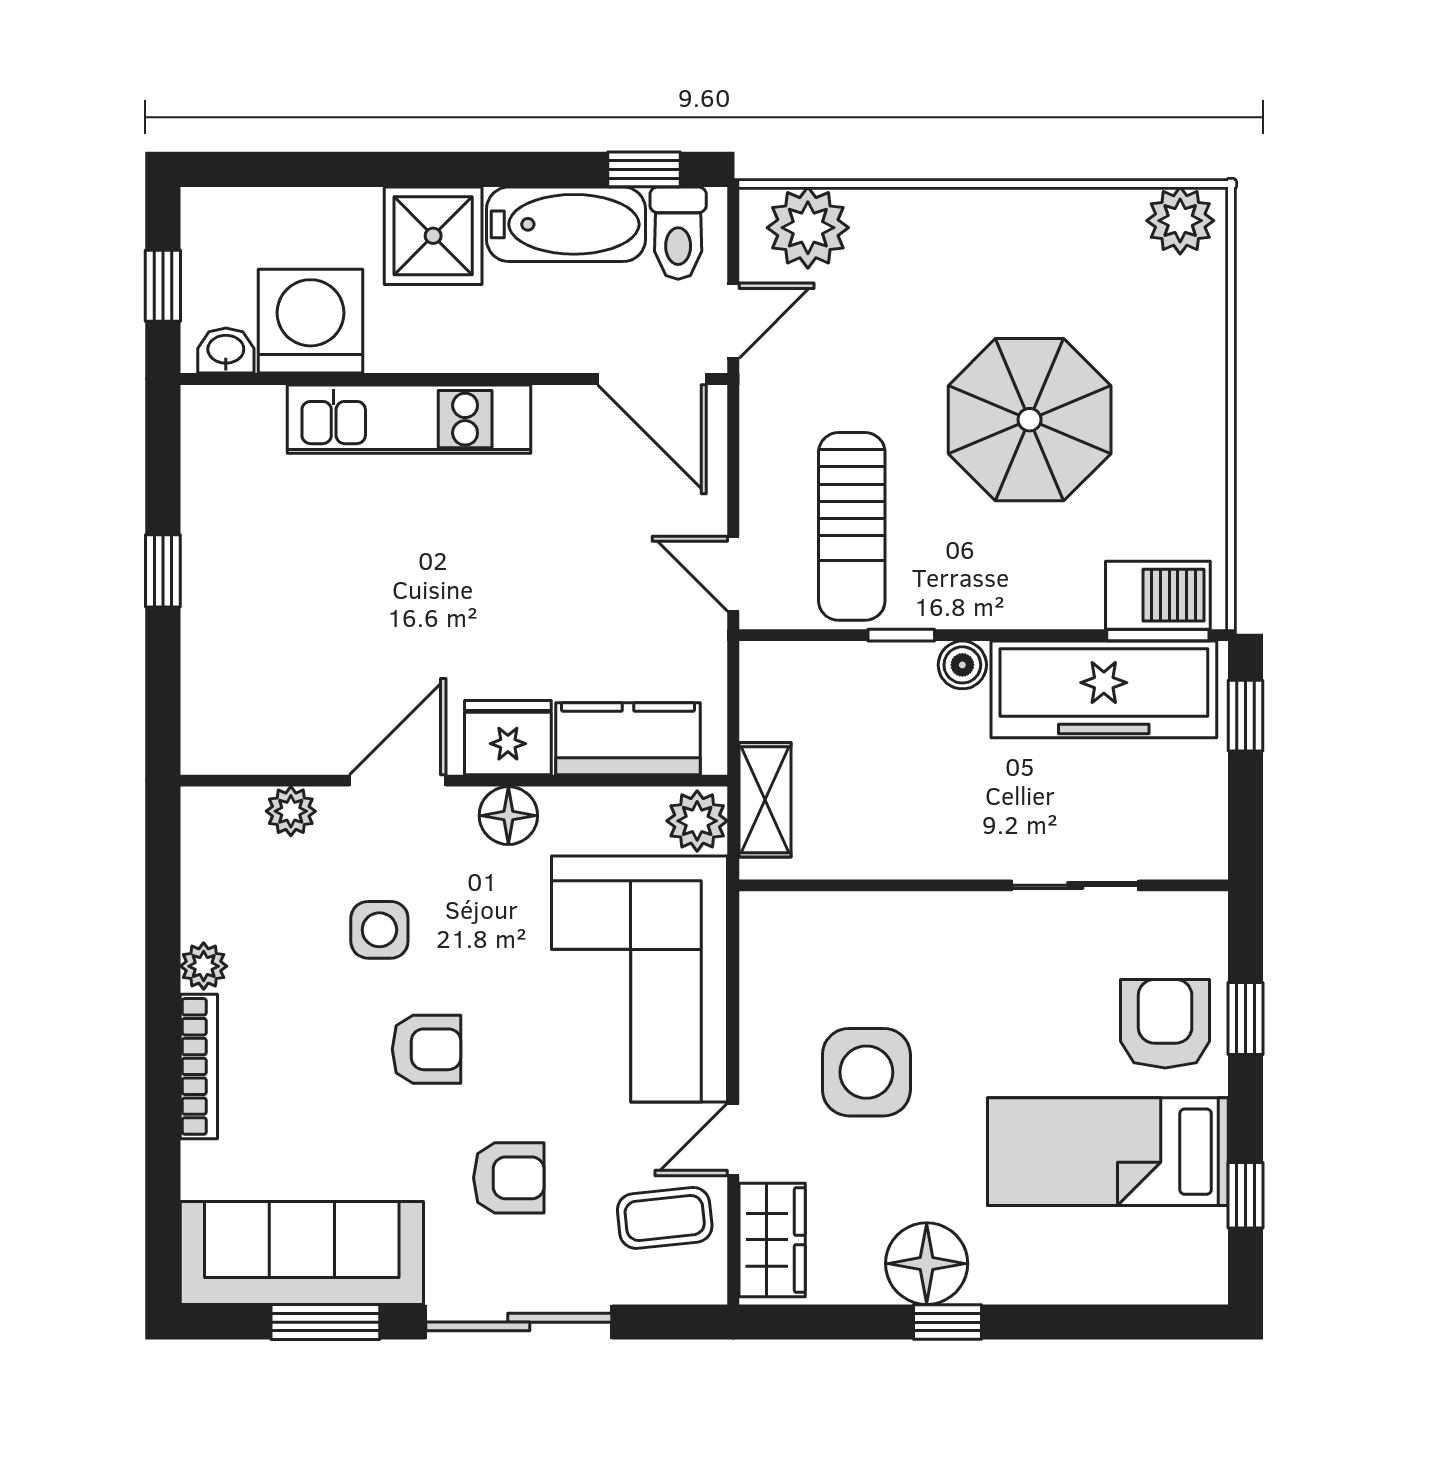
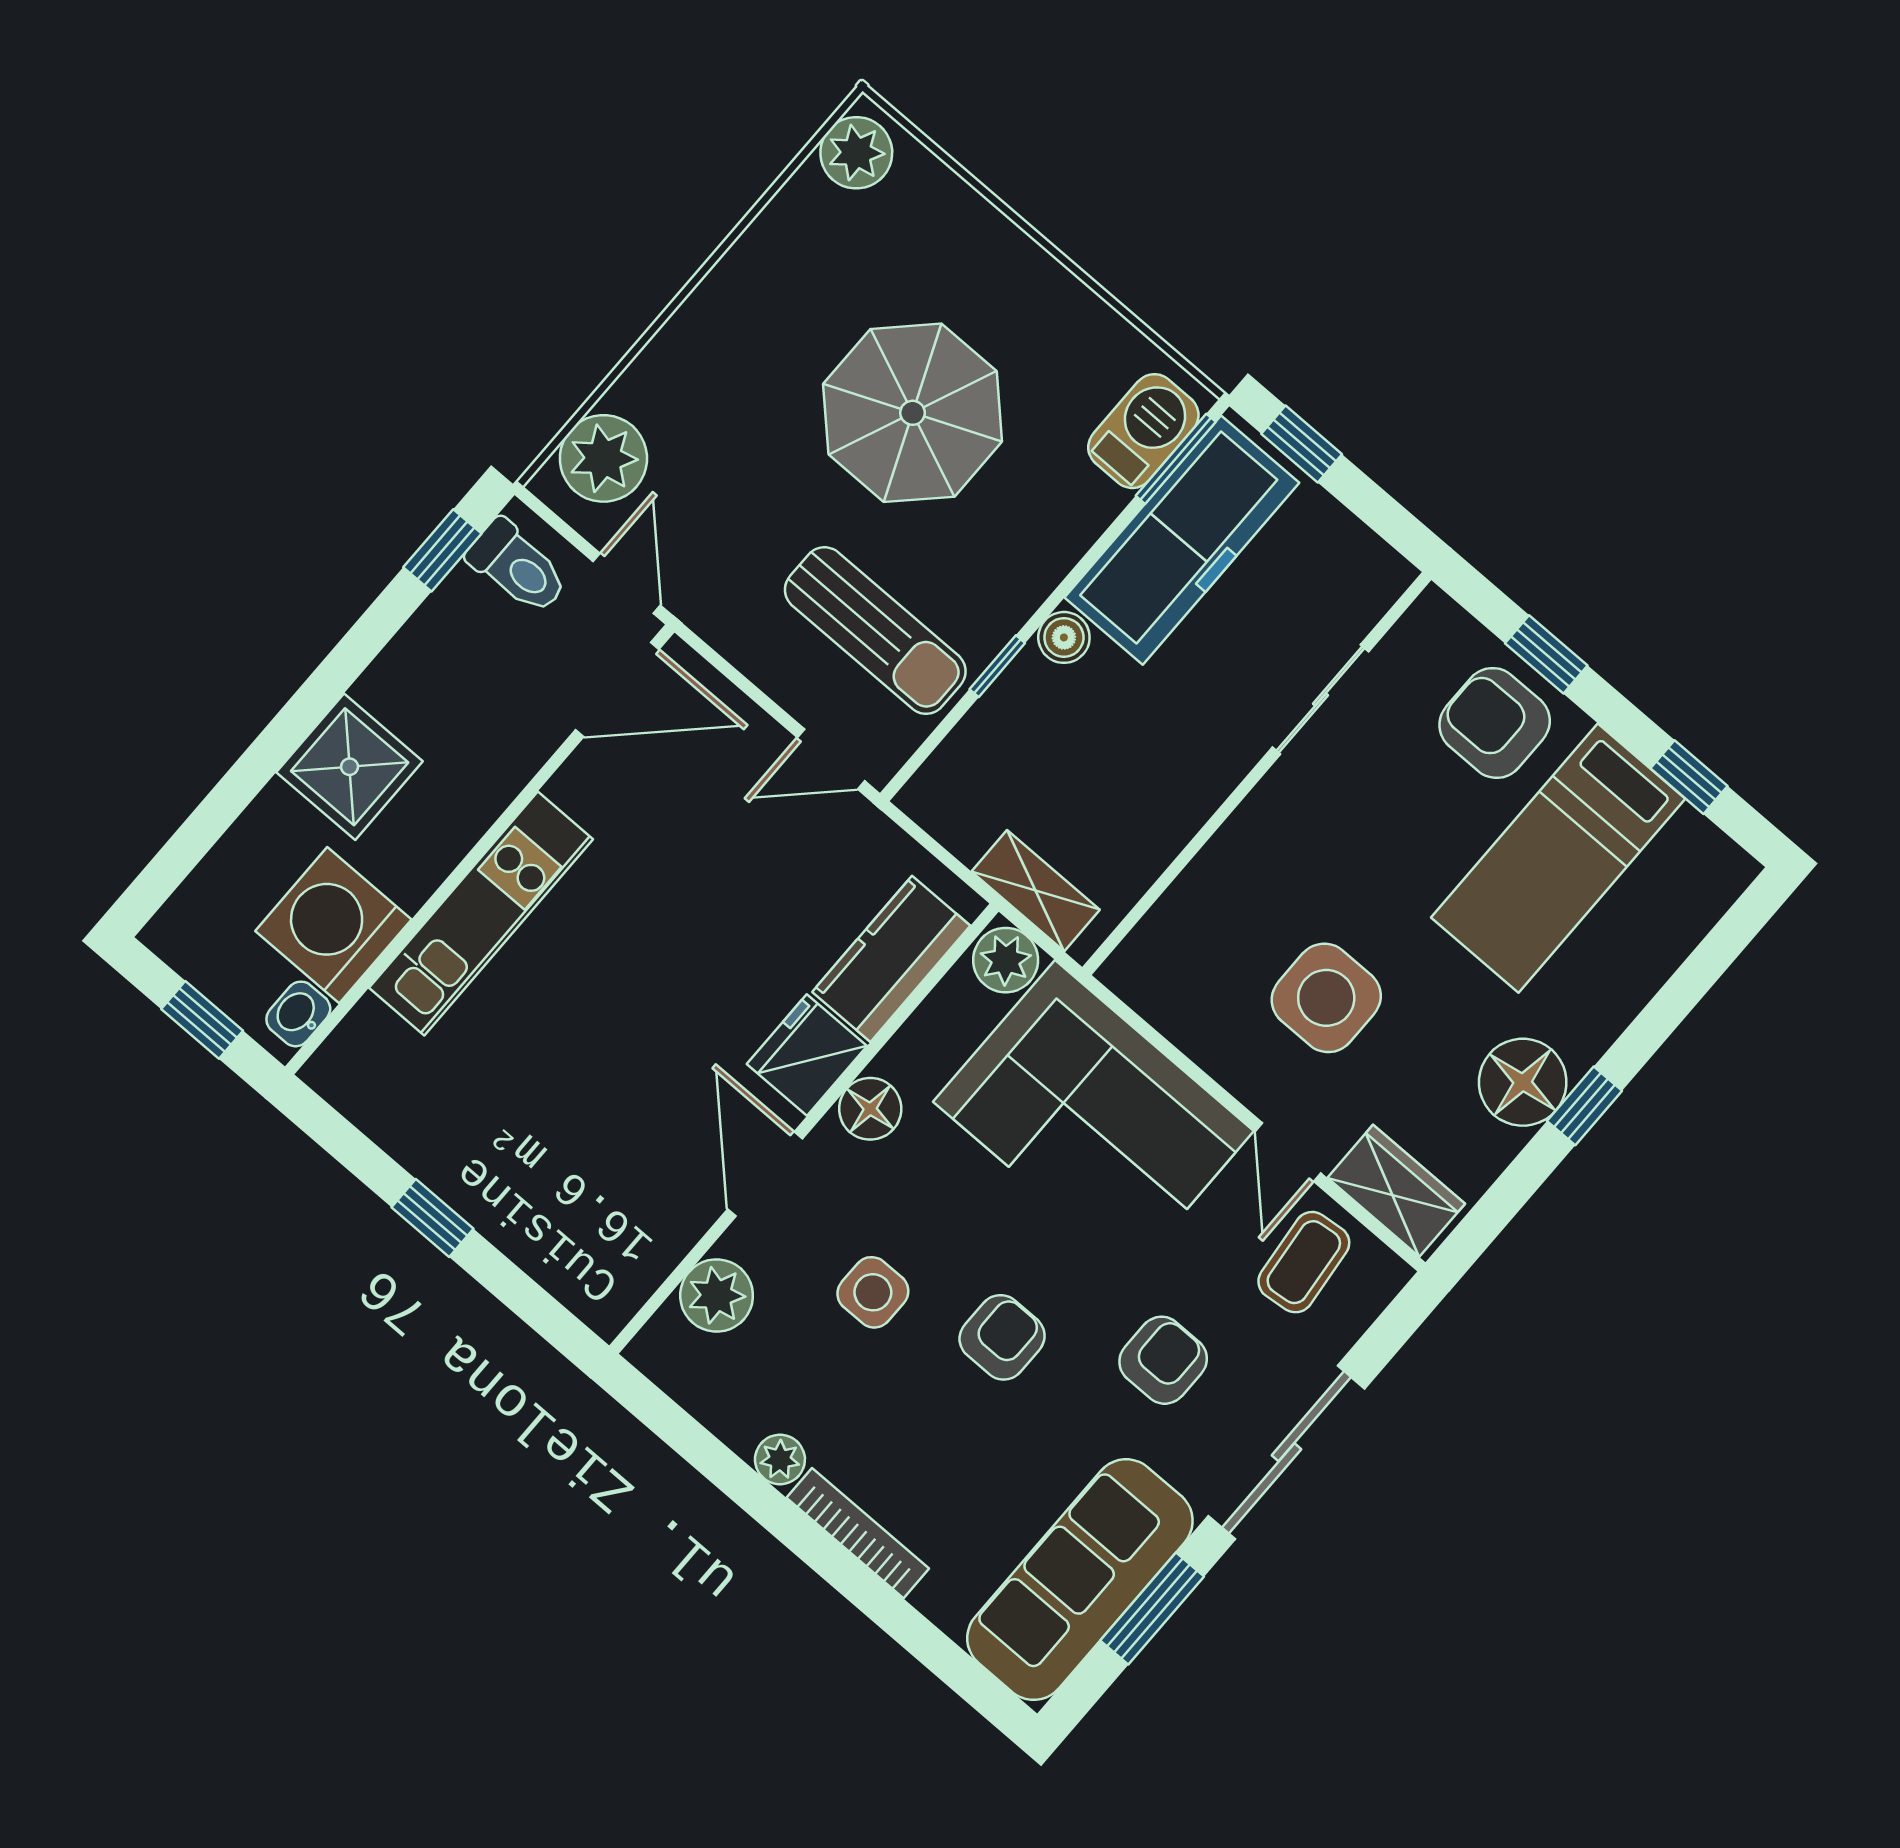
bathtub: (566, 224) -> (433, 651), removed
plant: (291, 811) -> (717, 1295), width x1.38, depth x1.38

